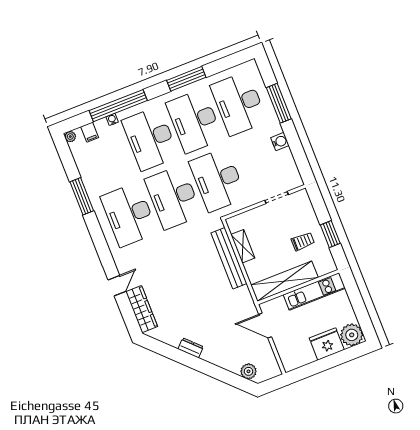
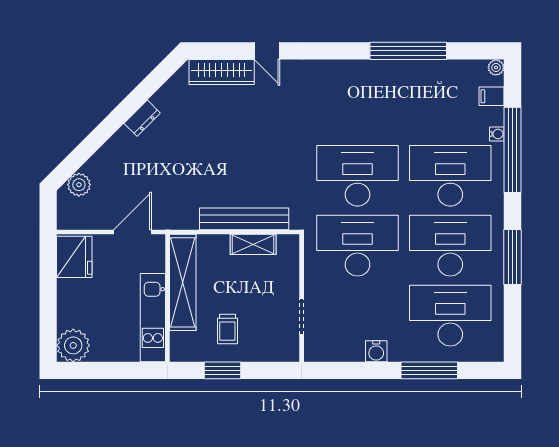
window: (82, 196) -> (408, 51), width x1.46
desk: (129, 215) -> (357, 106), removed
fridge: (327, 344) -> (74, 257), moved

